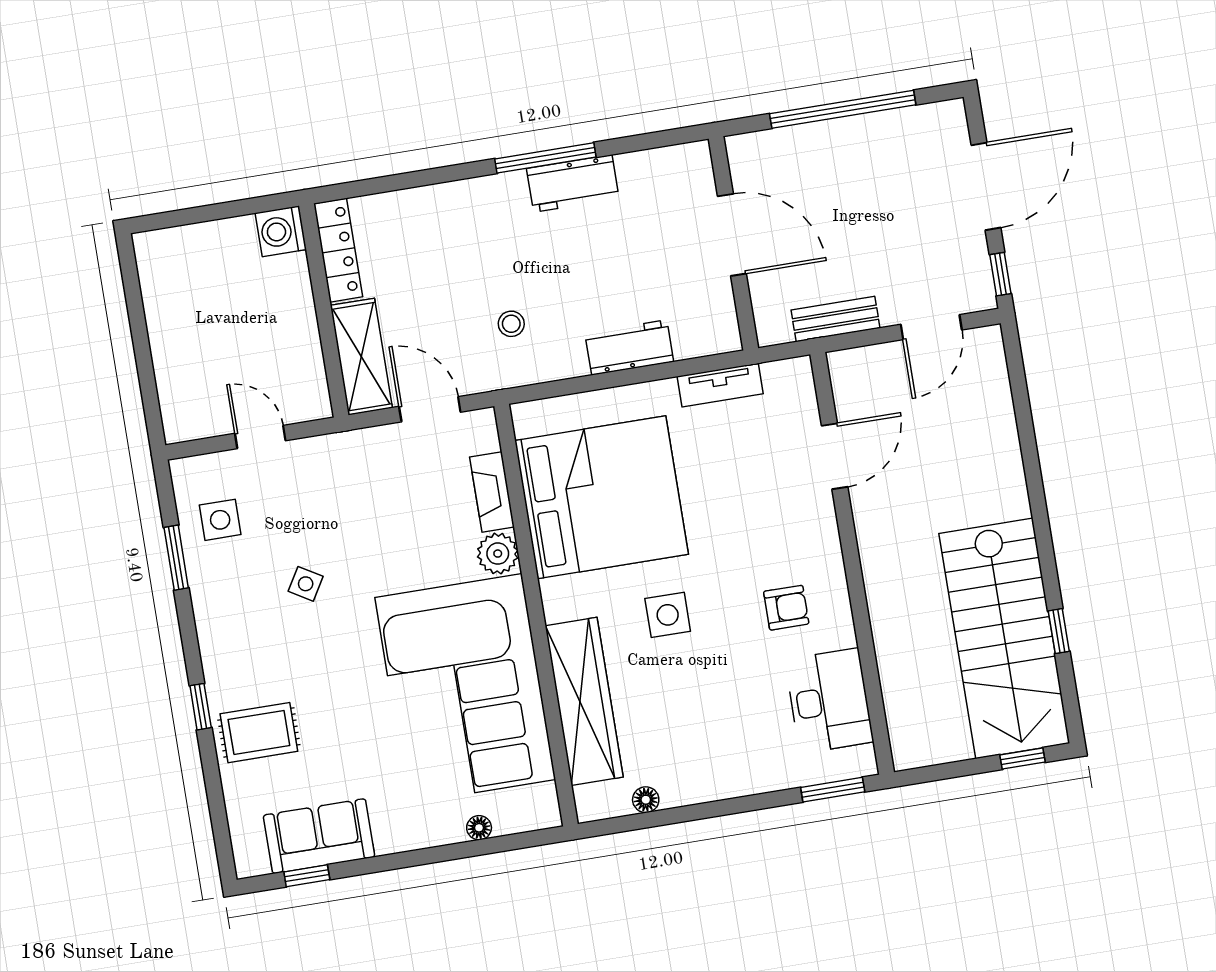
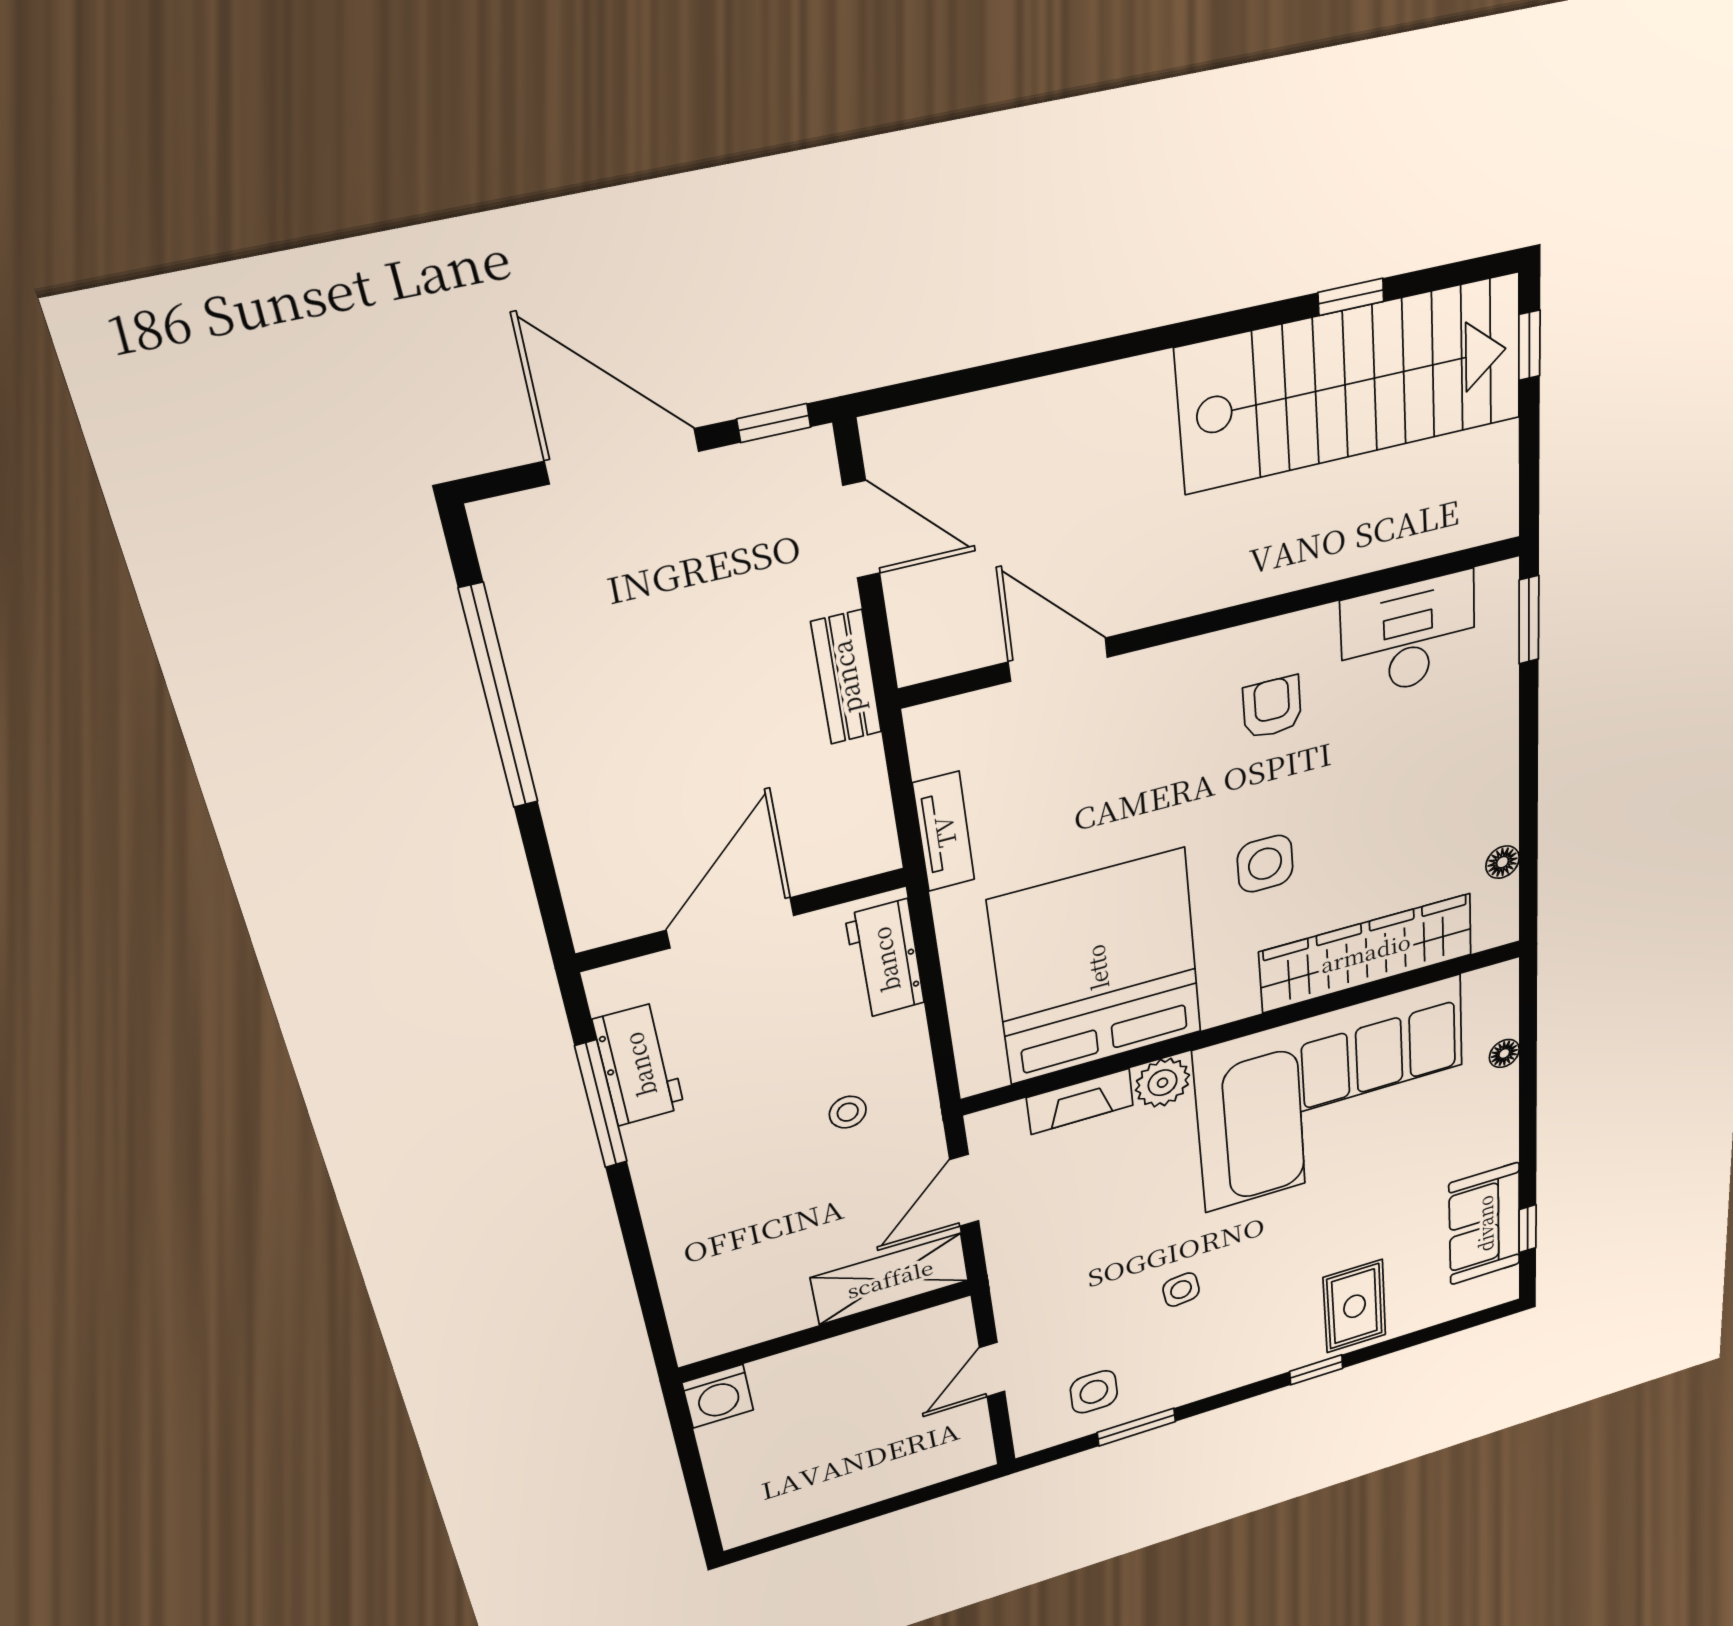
door: (732, 235) -> (730, 923), moved
wall: (733, 243) -> (743, 919), moved
locker: (338, 250) -> (743, 1329), removed
side table: (306, 584) -> (1181, 1290), turned -38

